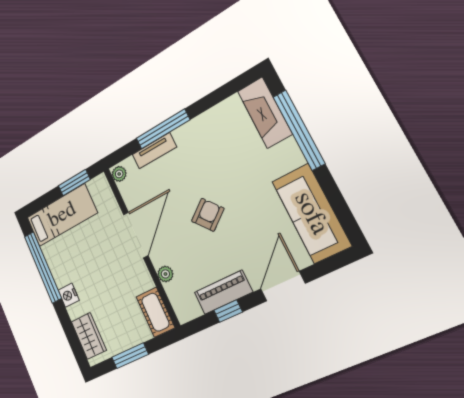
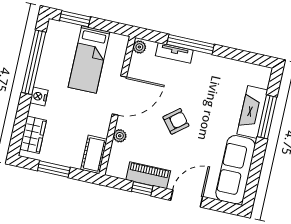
fireplace: (265, 113) -> (252, 112), moved
window: (299, 130) -> (267, 117), width x0.68
window: (74, 183) -> (75, 19), moved
bed: (62, 215) -> (89, 59), moved, turned 90

